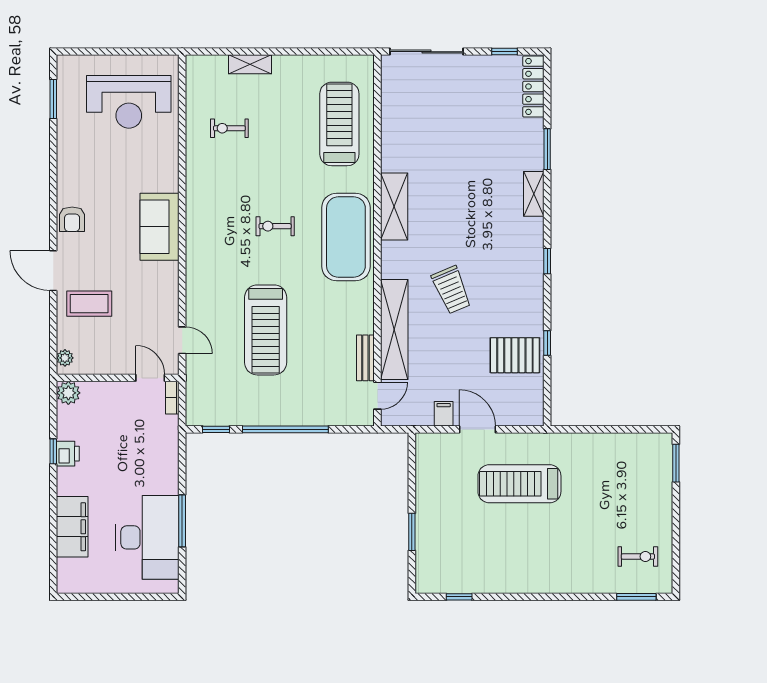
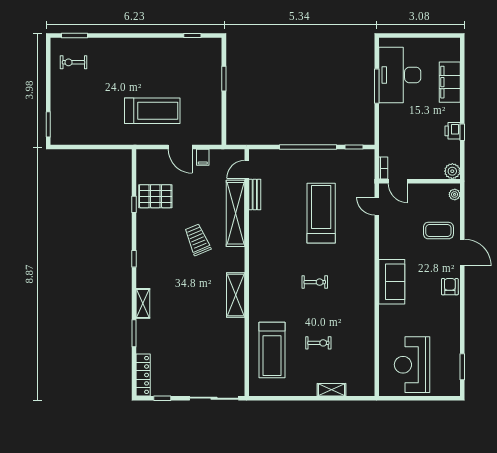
reception desk: (129, 102) -> (412, 365), turned -90
exercise bike: (229, 128) -> (318, 343), moved
exercise mat: (346, 237) -> (268, 275), removed

